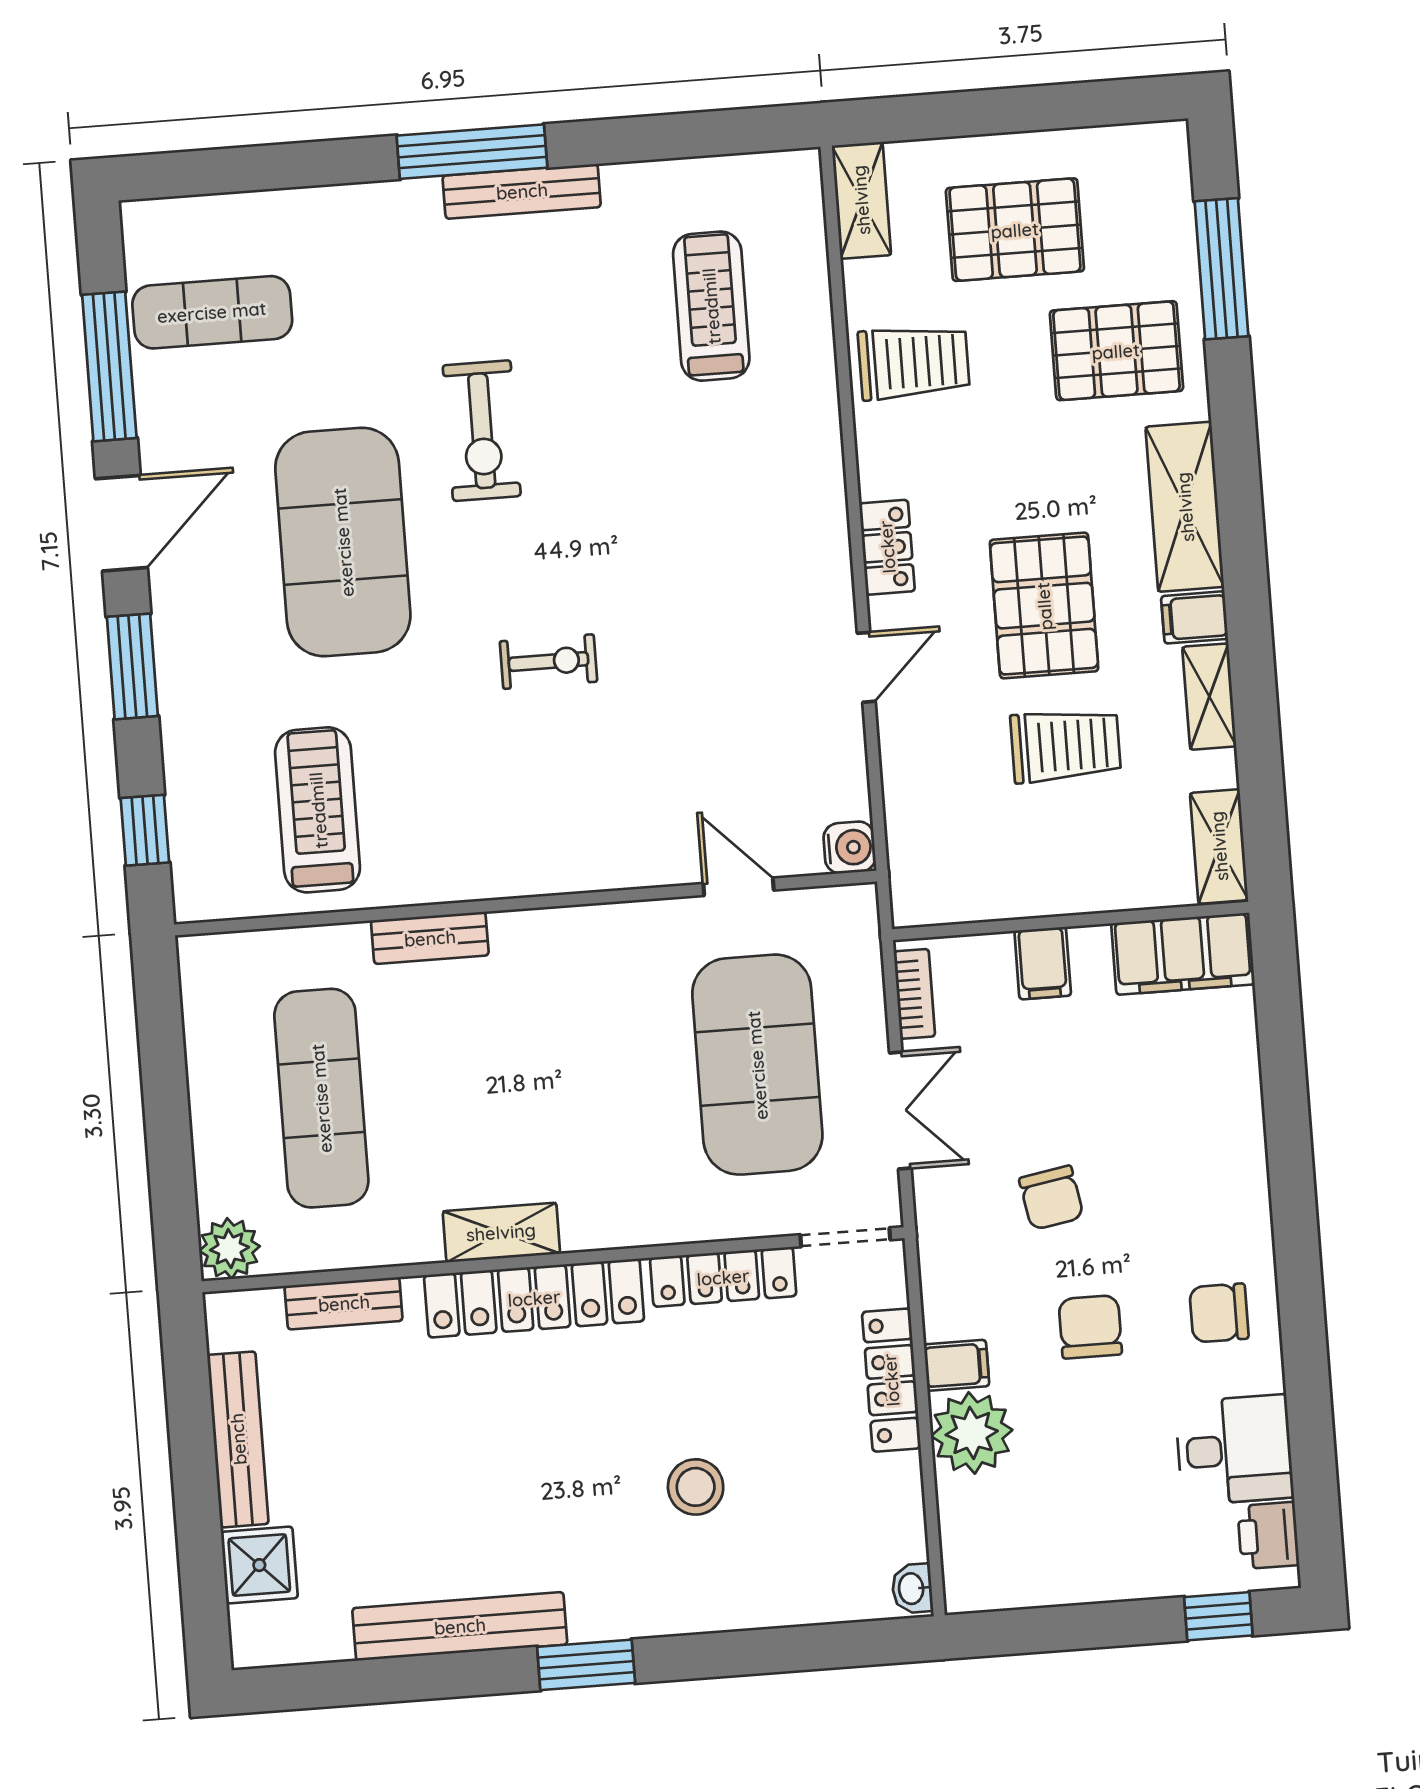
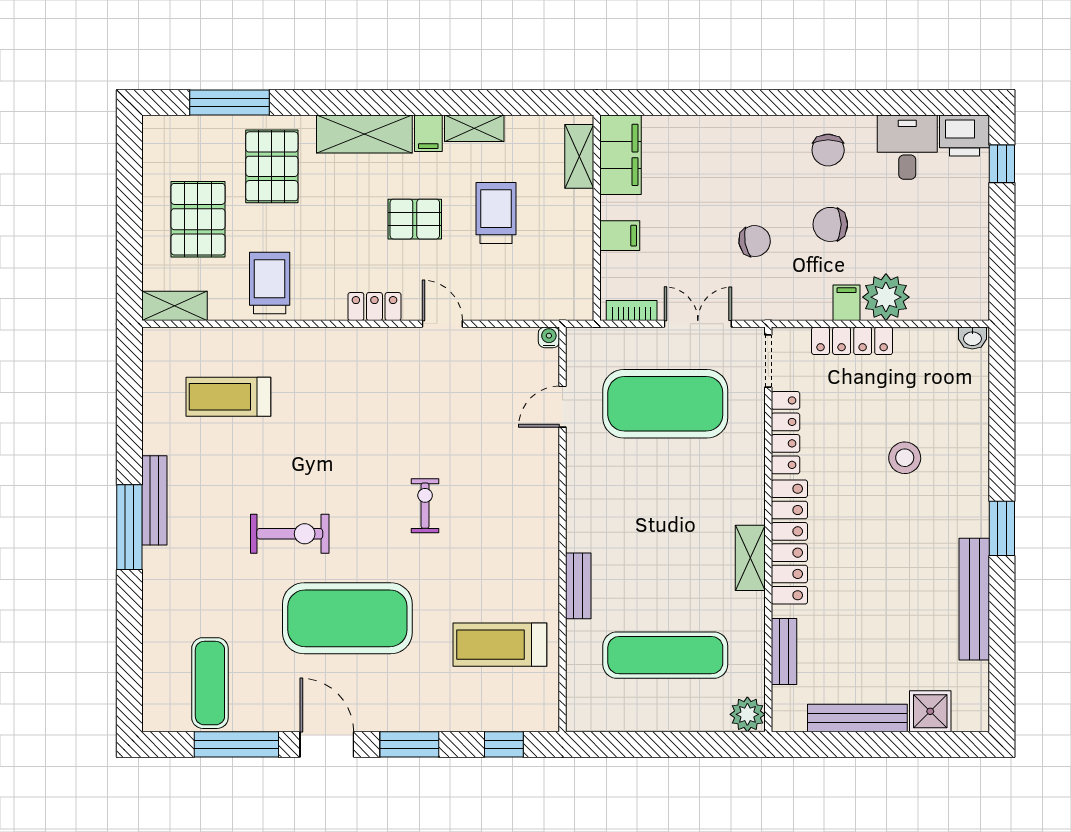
pallet: (1044, 606) -> (415, 219), width x0.67, depth x0.71
shelving: (1219, 846) -> (579, 156), moved, turned 90
water cooler: (849, 847) -> (549, 337), width x0.72, depth x0.72
printer: (1268, 1536) -> (964, 136), width x1.36, depth x1.24

